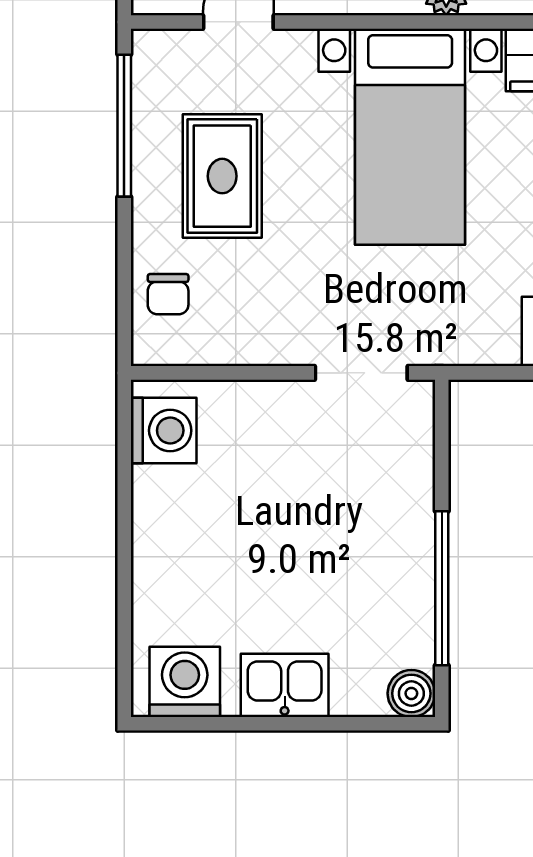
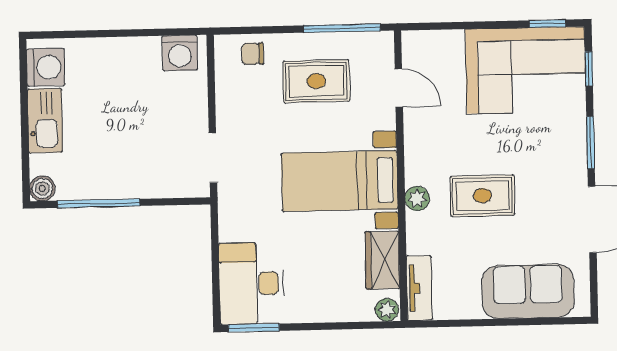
kitchen sink: (285, 685) -> (45, 121), width x1.38

